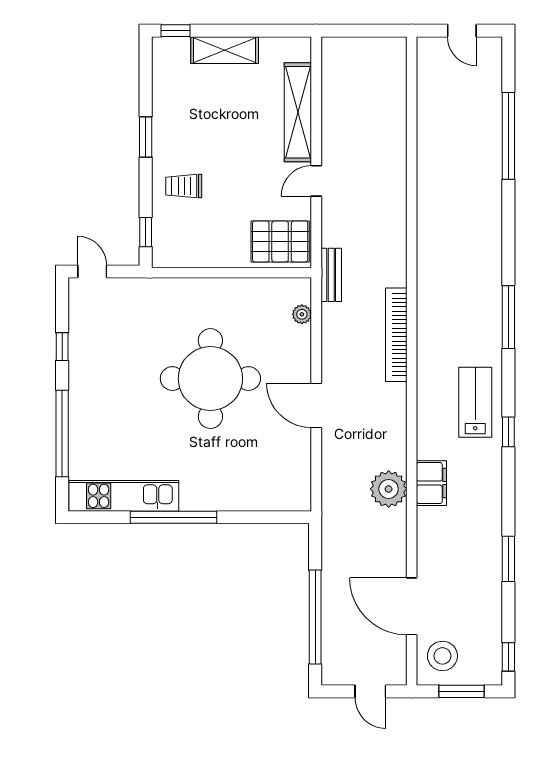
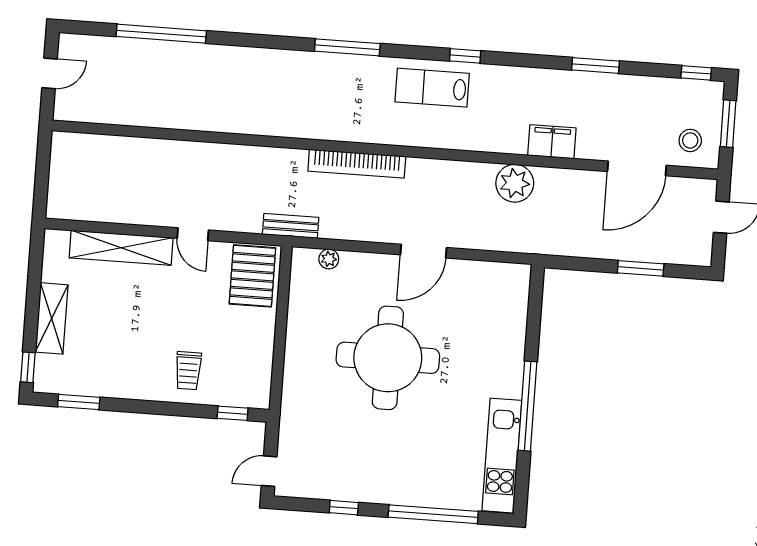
window: (146, 137) -> (79, 402), moved
filing cabinet: (431, 483) -> (552, 142), moved
window: (315, 617) -> (641, 268), width x0.47
stool: (442, 656) -> (690, 140), width x0.73, depth x0.73

